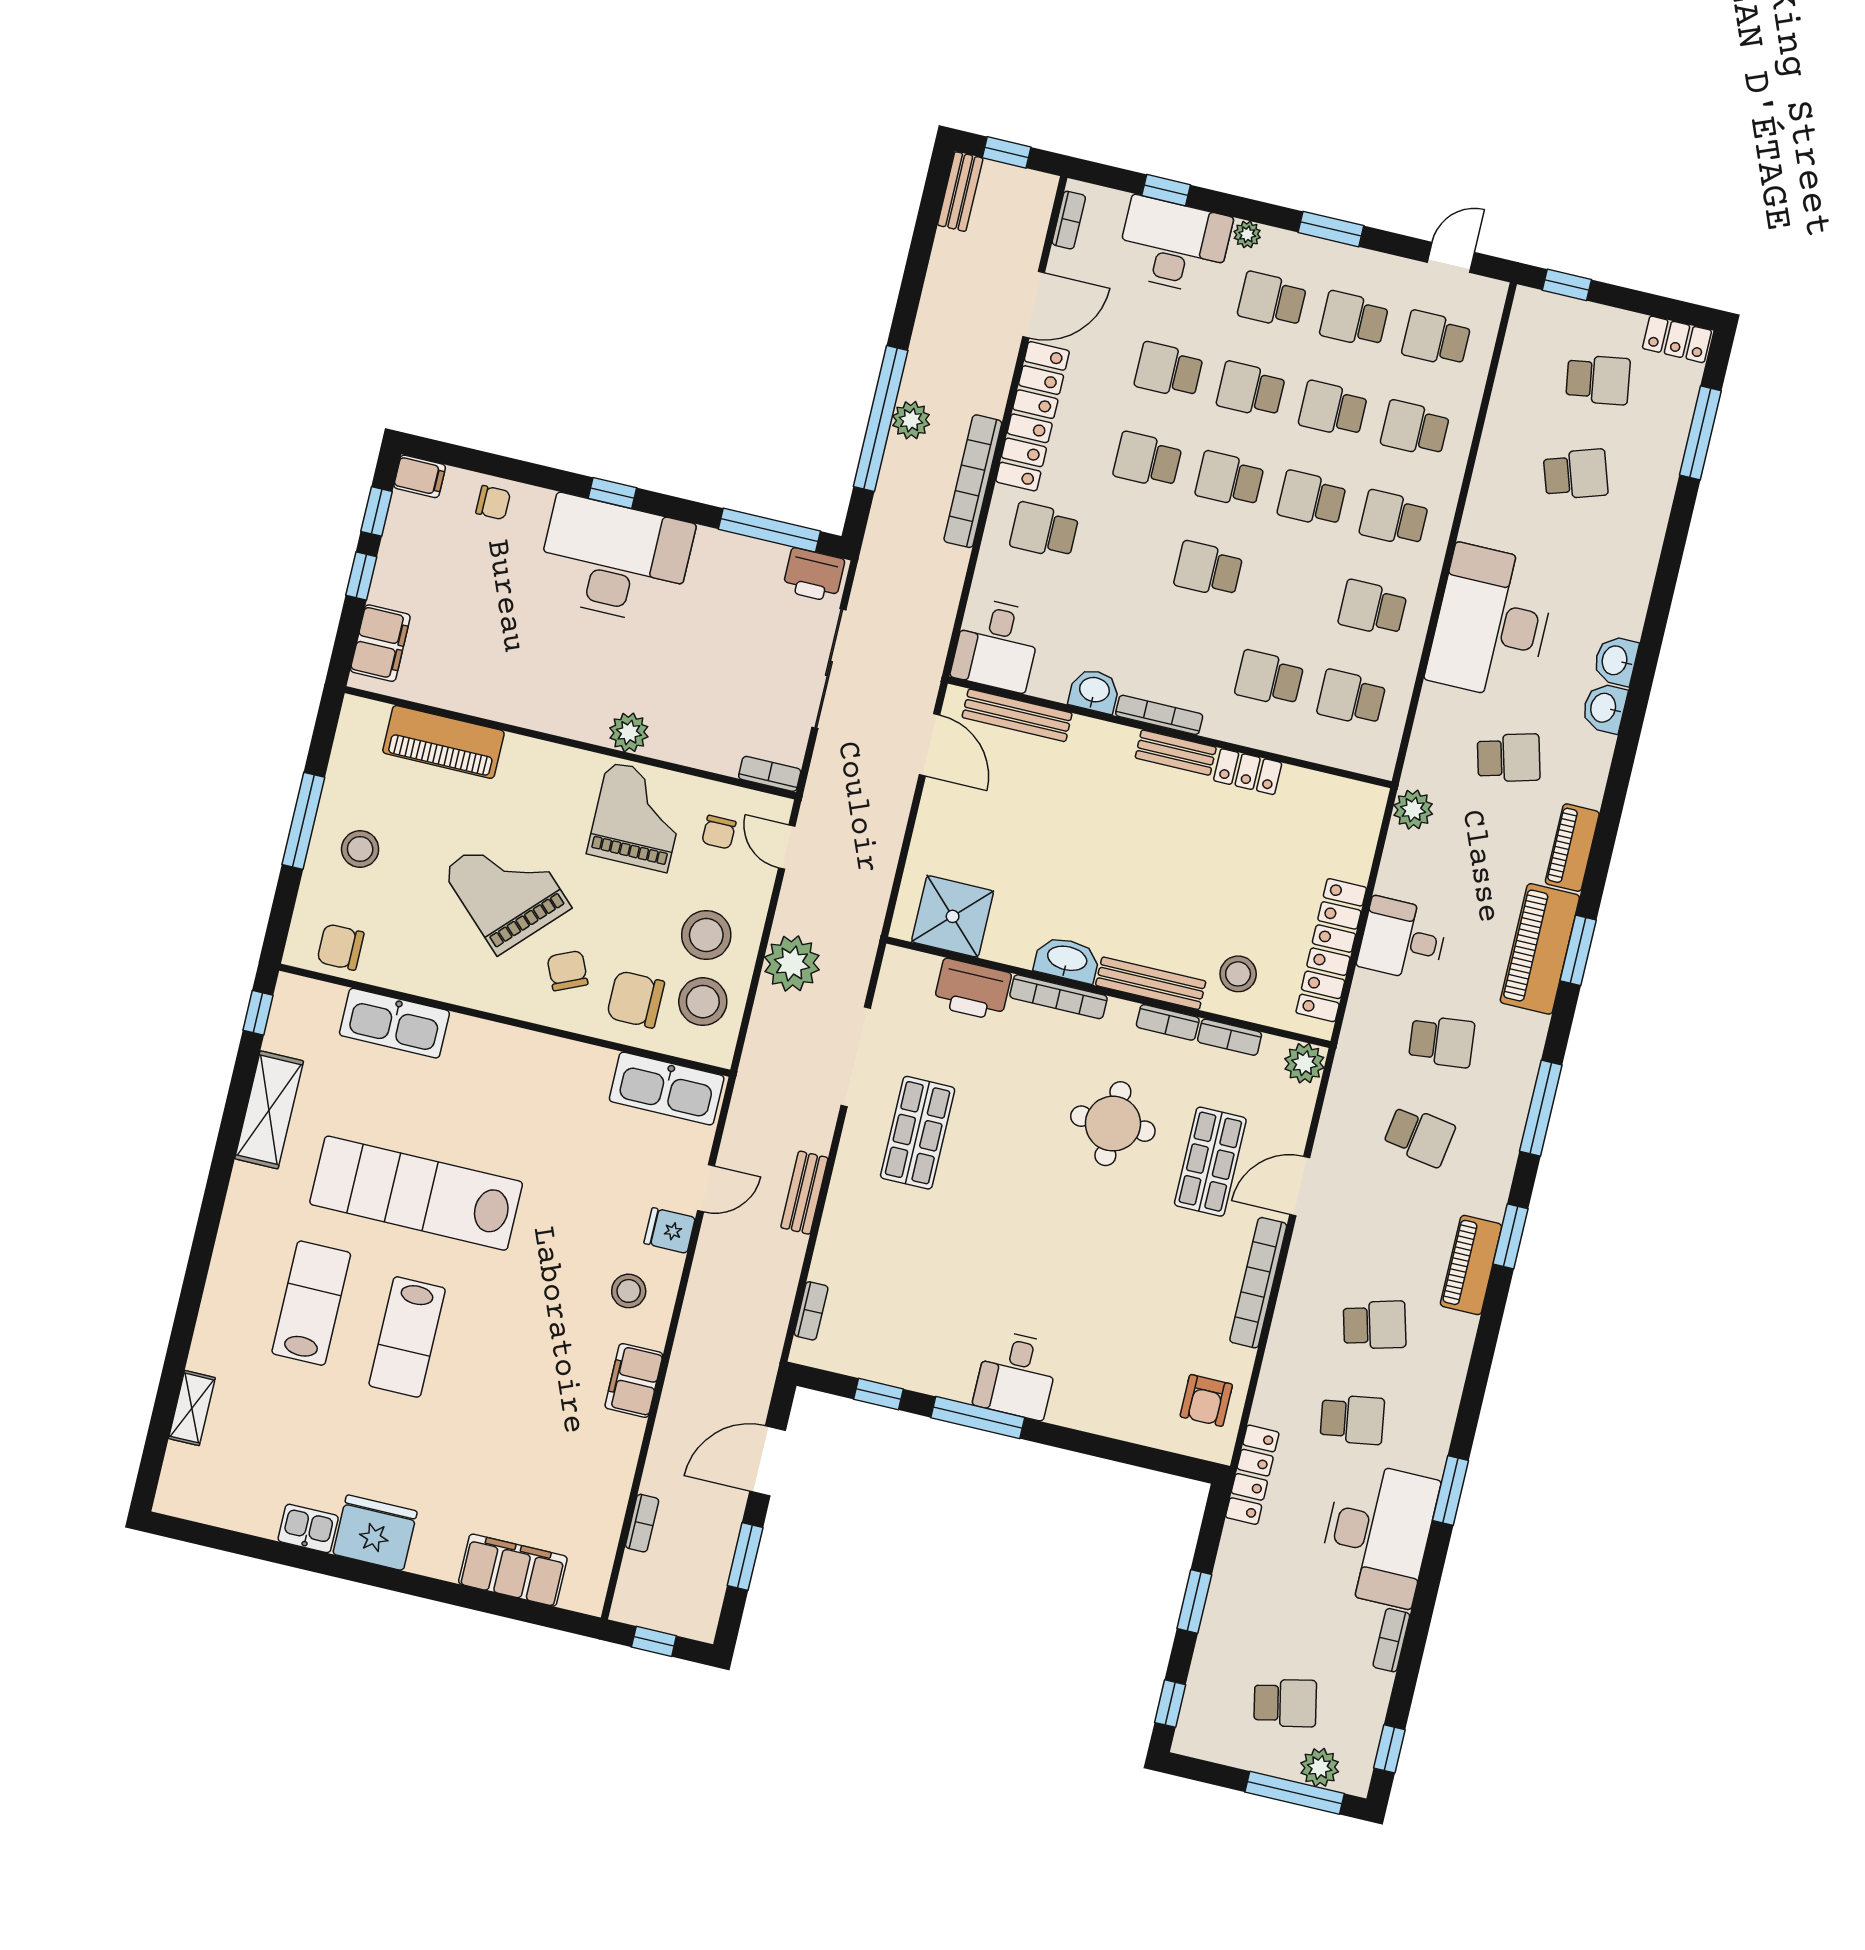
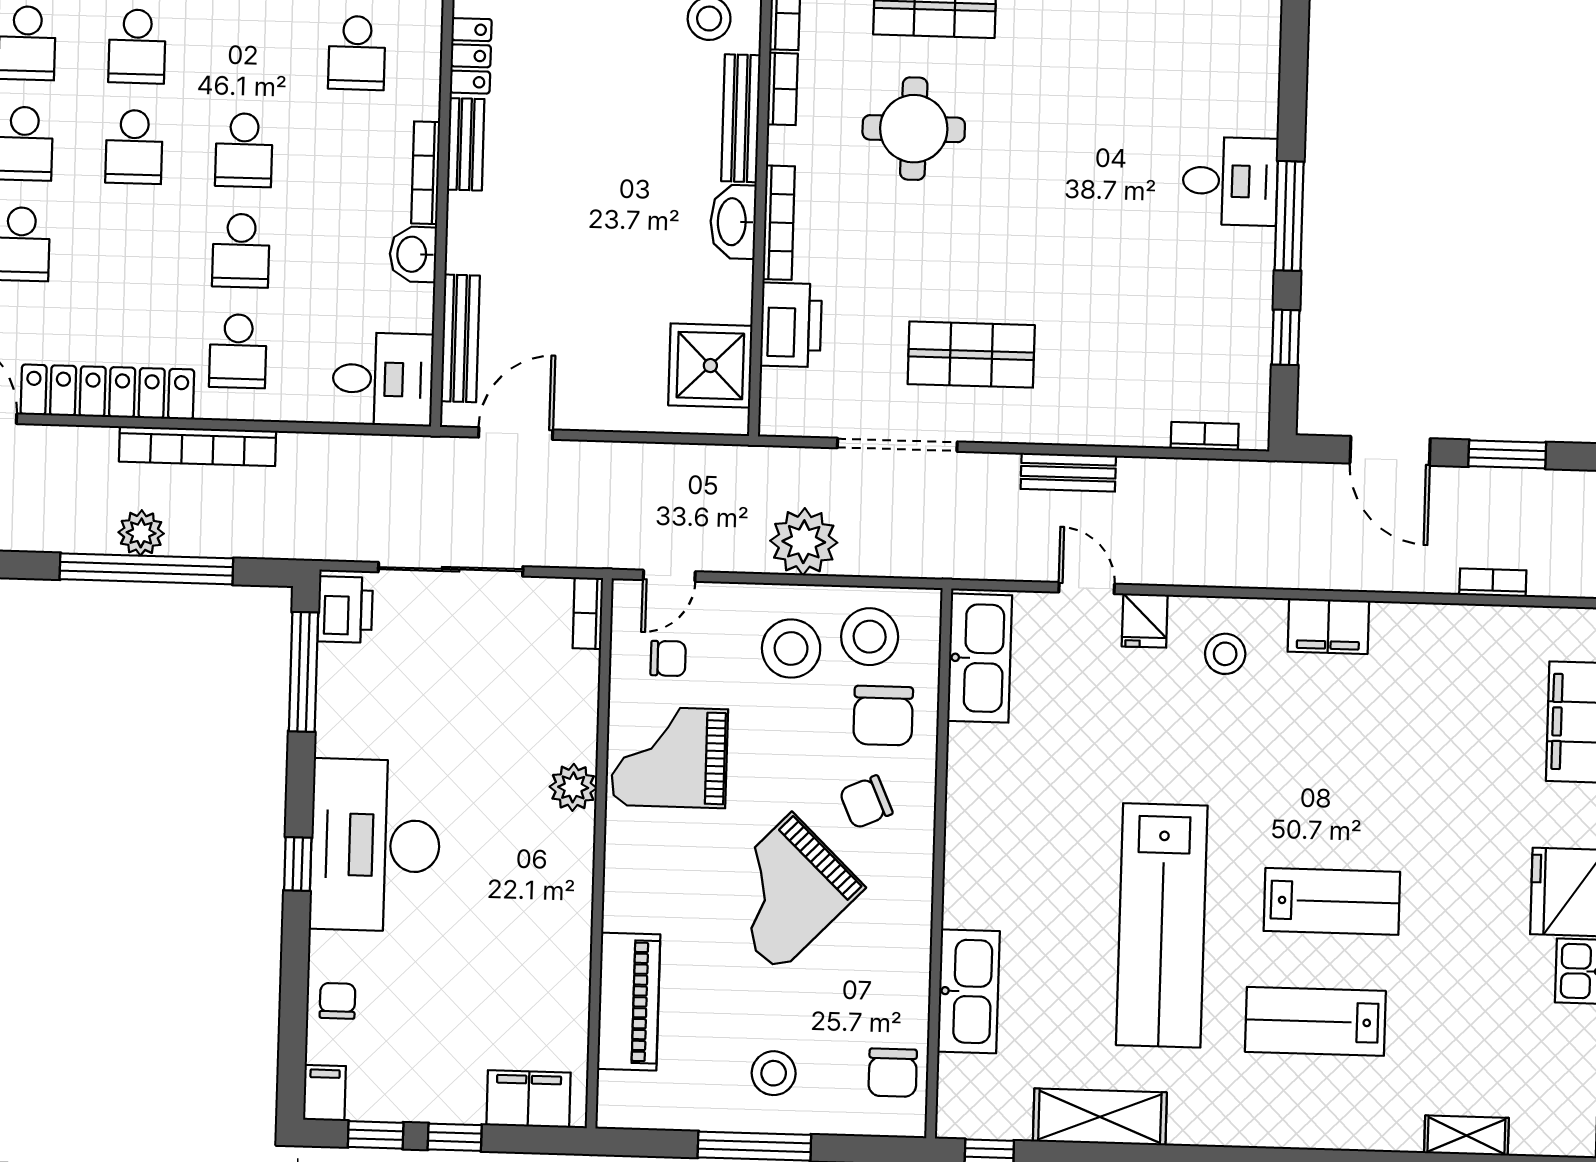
school desk: (1147, 460) -> (241, 251), moved

